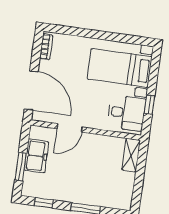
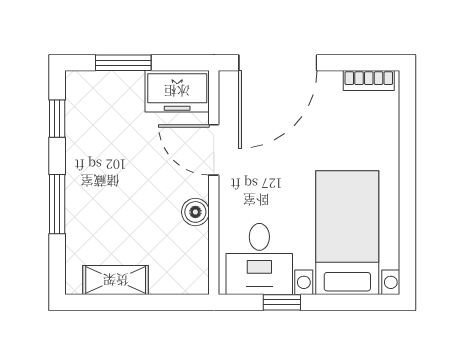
boiler: (99, 141) -> (195, 212), added
shelving: (131, 155) -> (116, 280), moved
freezer: (36, 156) -> (177, 91), moved

